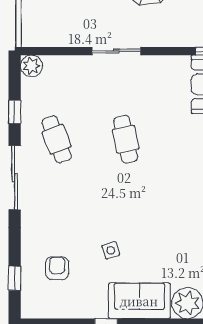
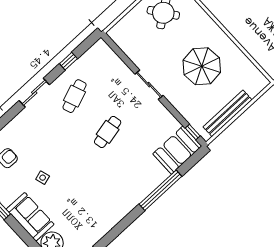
plant: (31, 66) -> (101, 48), removed
sliding door: (15, 178) -> (34, 93), width x0.73

